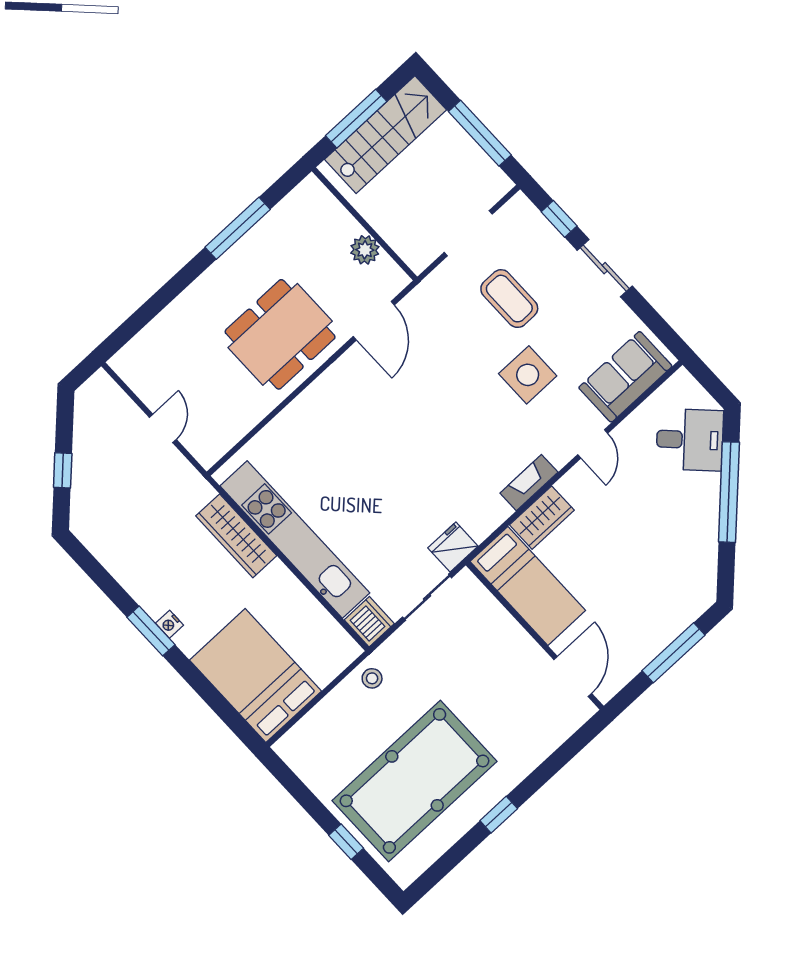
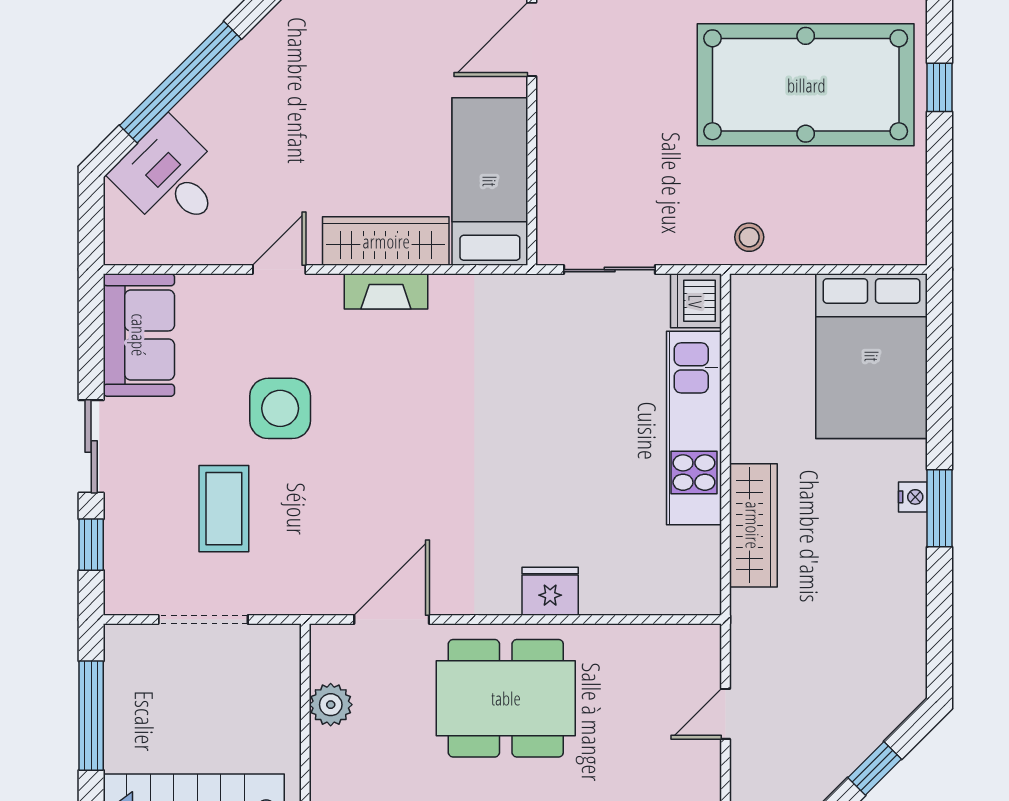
sofa: (625, 377) -> (139, 335), moved, turned -90
wardrobe: (542, 518) -> (386, 241), width x1.50
kitchen unit: (295, 539) -> (694, 428), width x0.73
fridge: (453, 547) -> (550, 591), moved, turned 180

